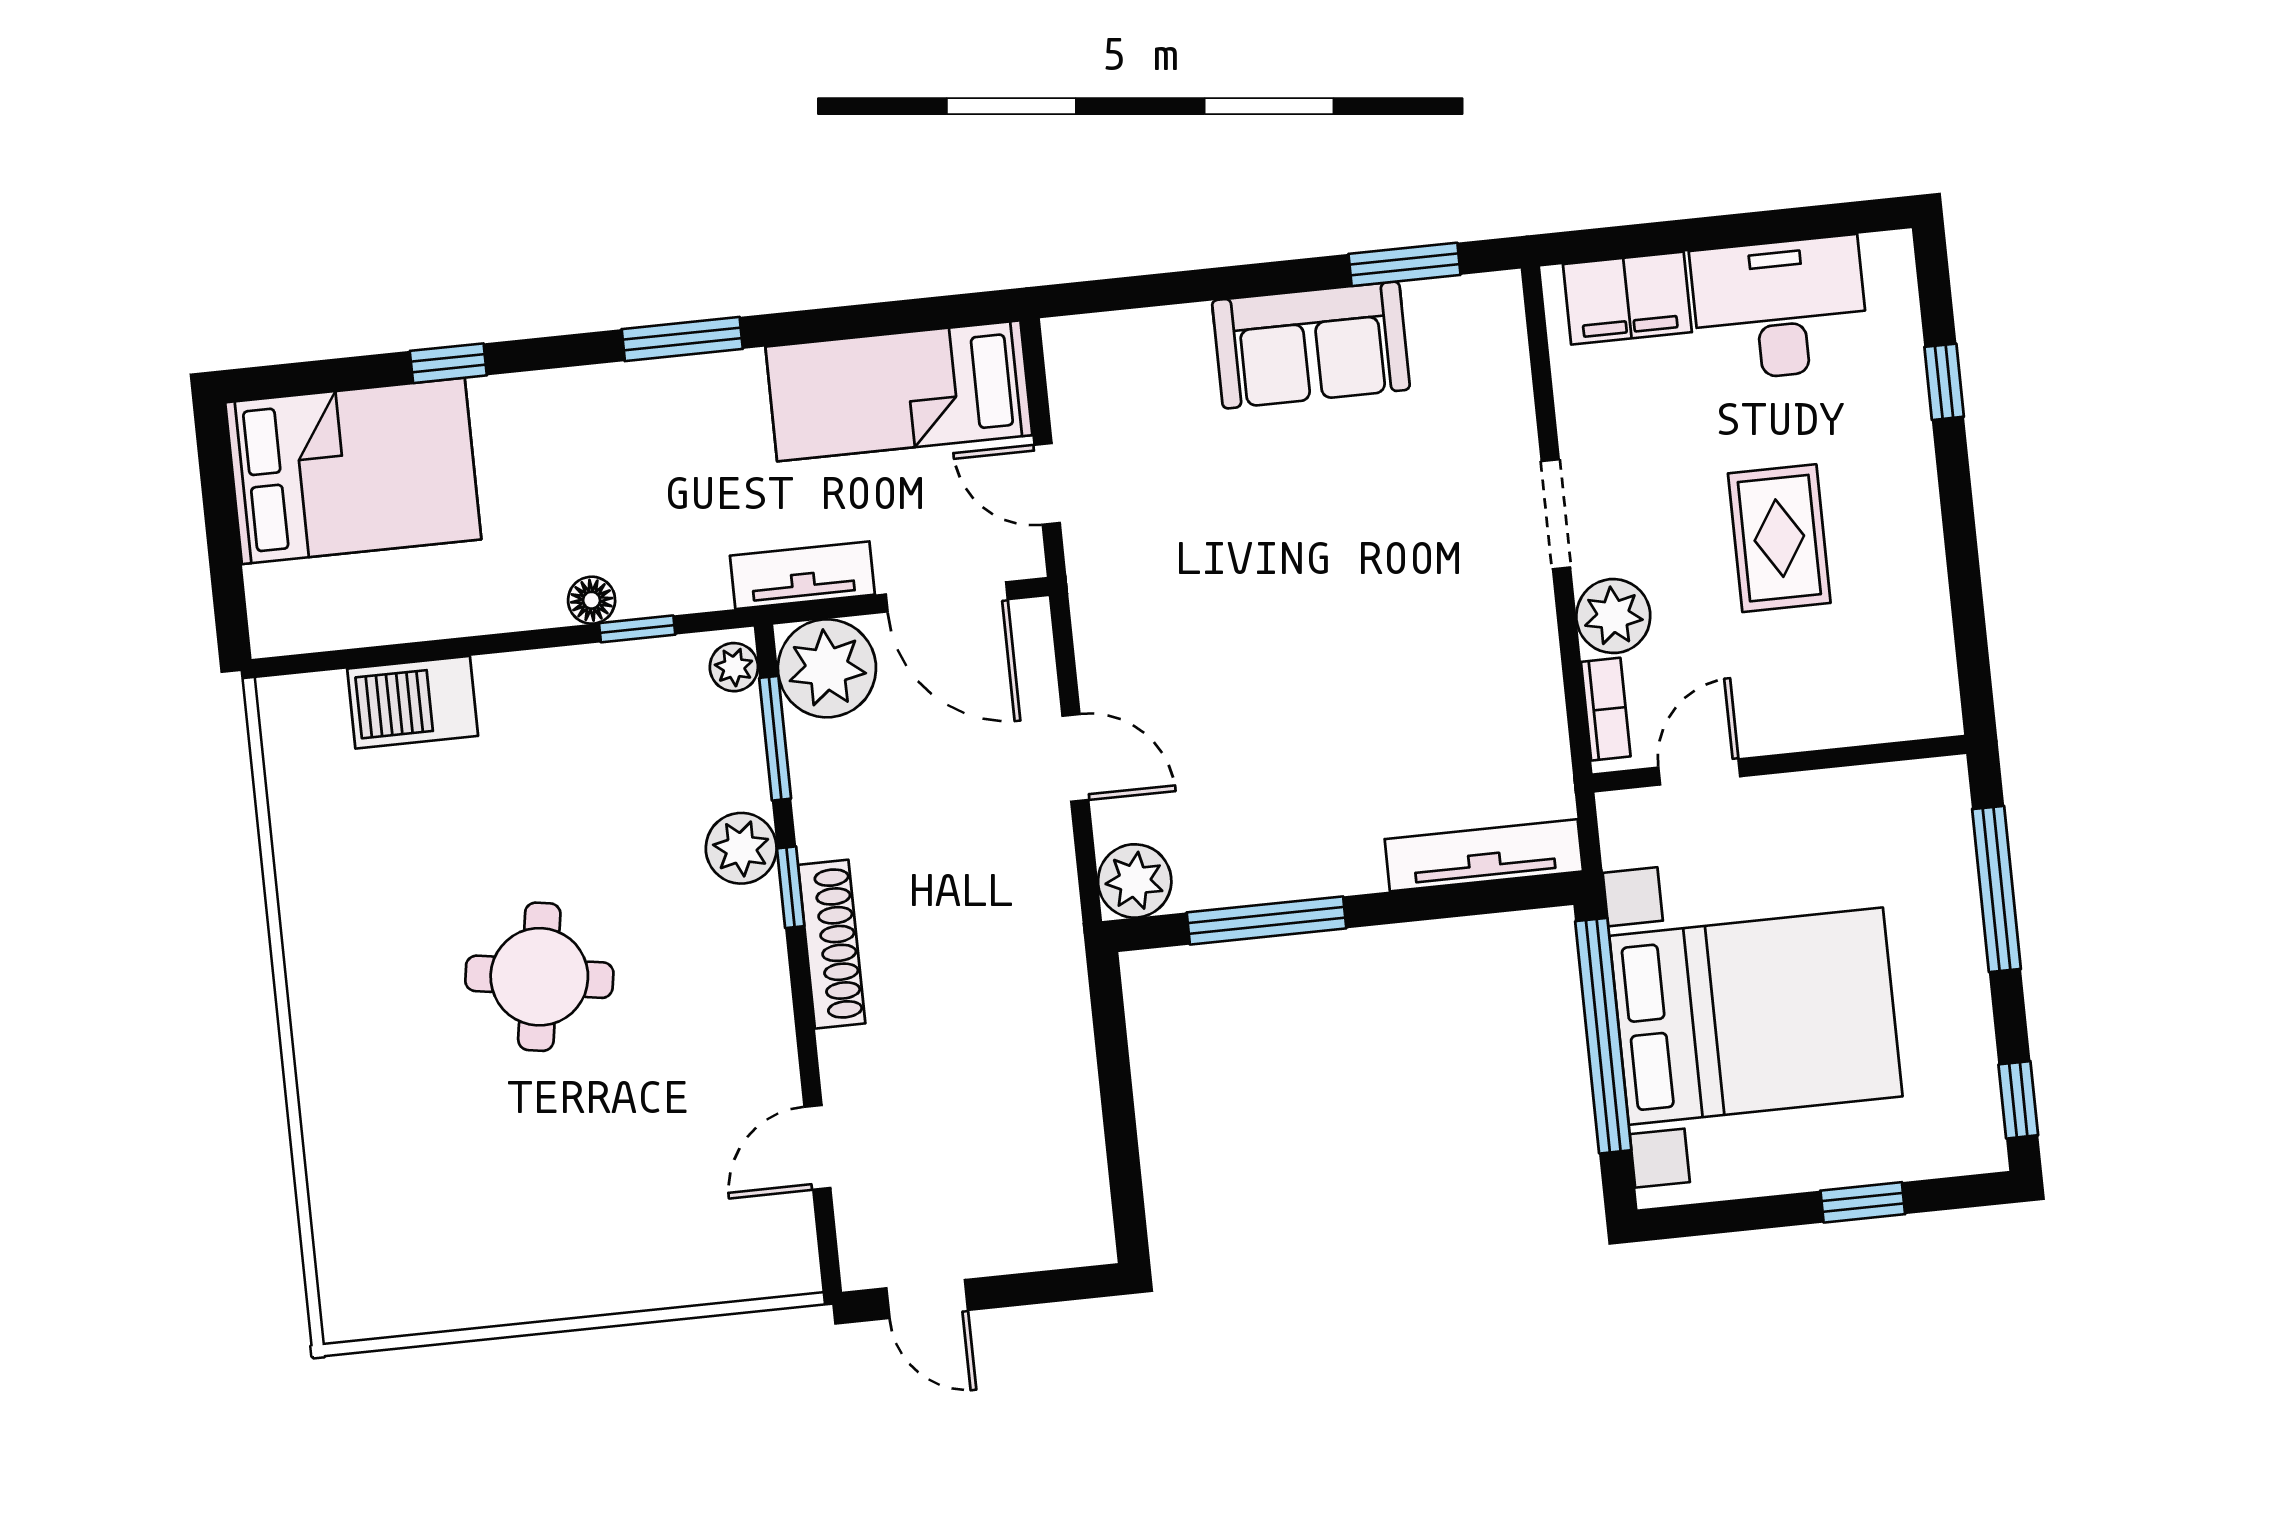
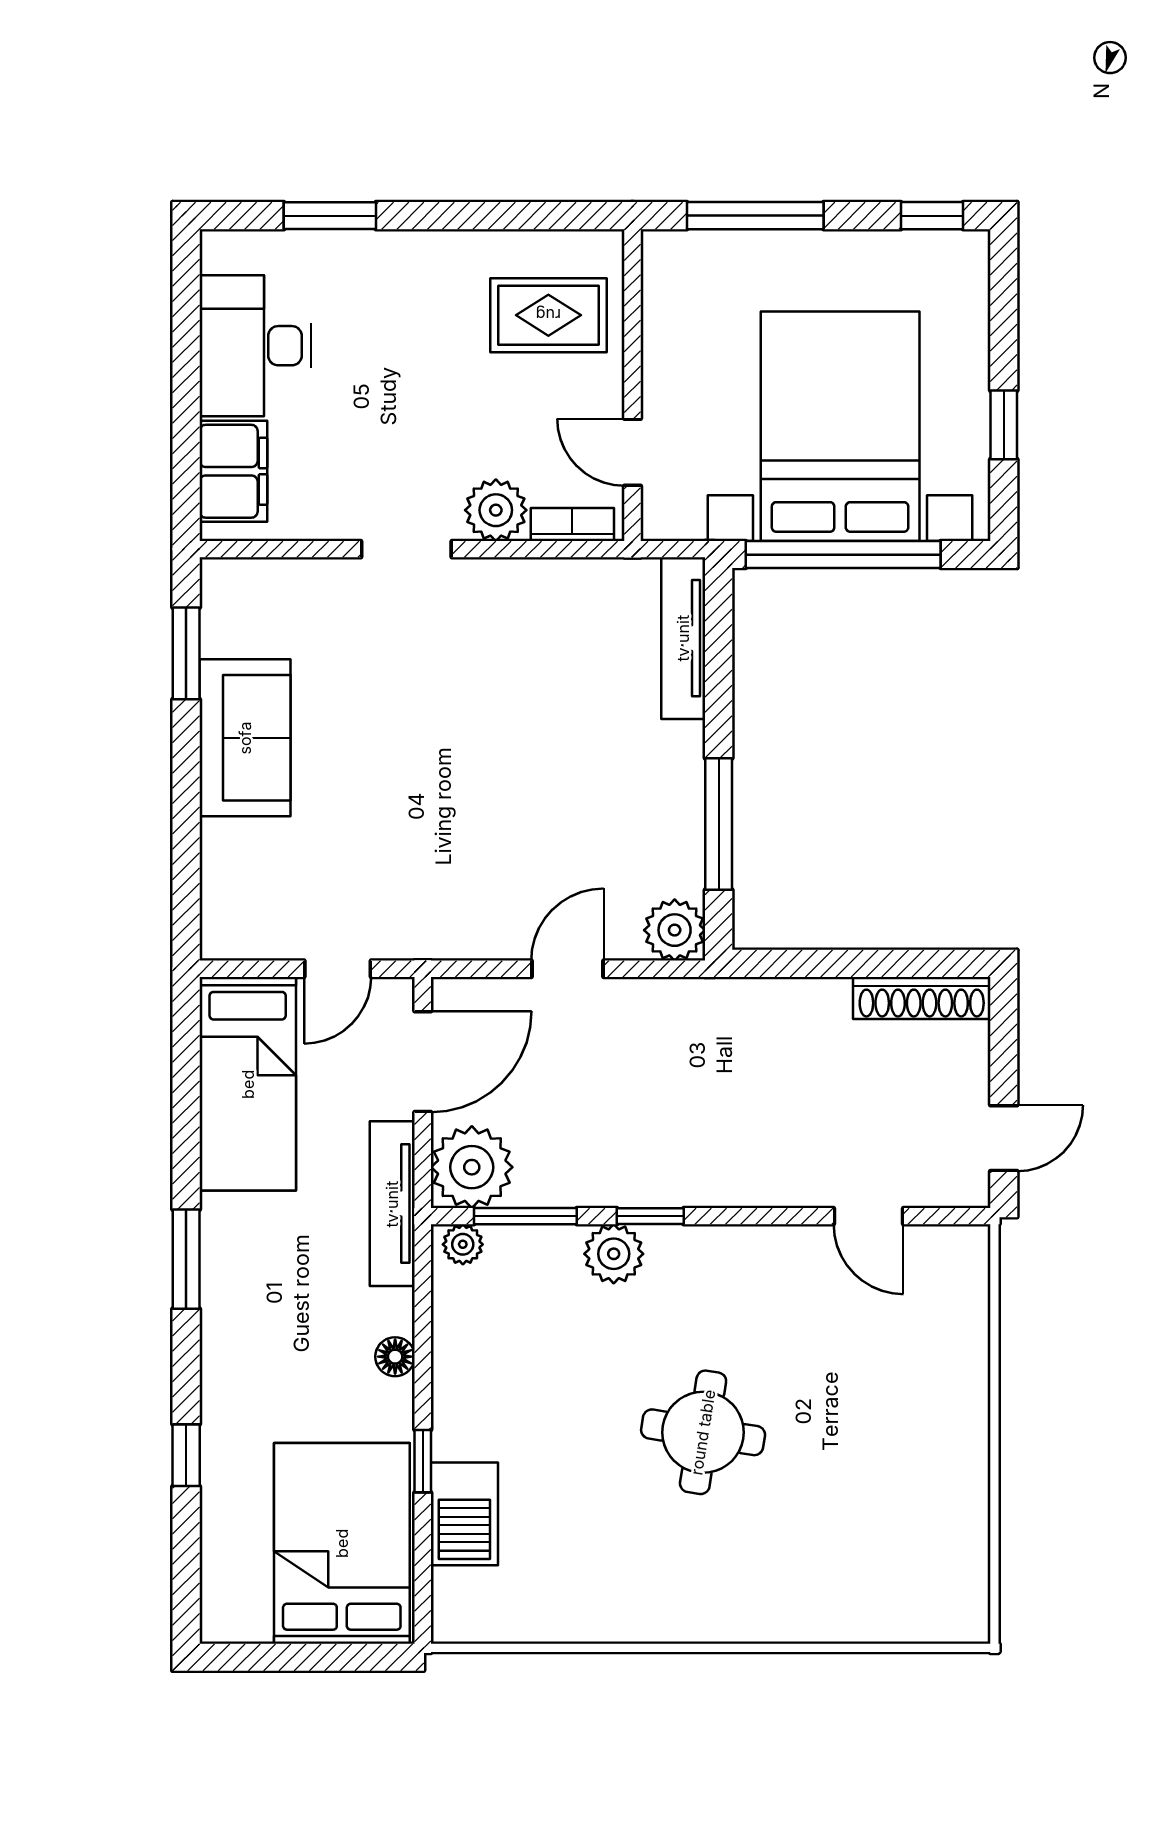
window: (1944, 382) -> (330, 216), width x1.50
bed: (353, 471) -> (342, 1543), moved
rug: (1779, 538) -> (548, 315), moved
tv unit: (802, 575) -> (392, 1204), width x1.41
window: (637, 629) -> (423, 1461), moved
shoe rack: (832, 944) -> (922, 998), moved, turned 180
window: (1863, 1202) -> (1004, 425), moved

